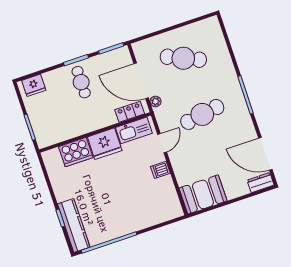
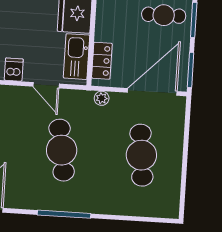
cafe table: (183, 58) -> (141, 155), turned -30
door: (141, 81) -> (152, 92), moved

